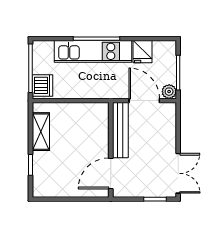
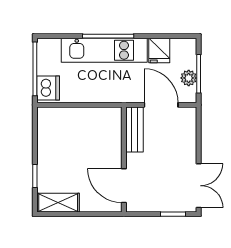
plant: (169, 92) -> (189, 78), moved
bench: (120, 130) -> (135, 129), width x0.73
shelving: (41, 132) -> (58, 203), moved, turned 90
door: (111, 173) -> (124, 186), hinge flipped

